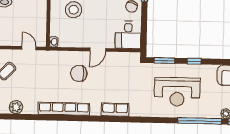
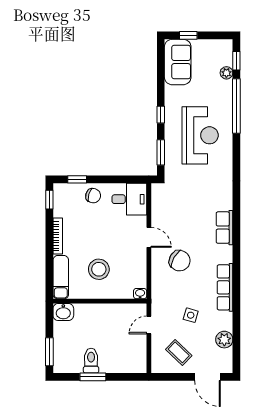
chair: (79, 73) -> (180, 261), turned -60
side table: (36, 81) -> (191, 315), added
row of seats: (64, 109) -> (225, 287), width x0.73
row of seats: (115, 110) -> (225, 228), moved

